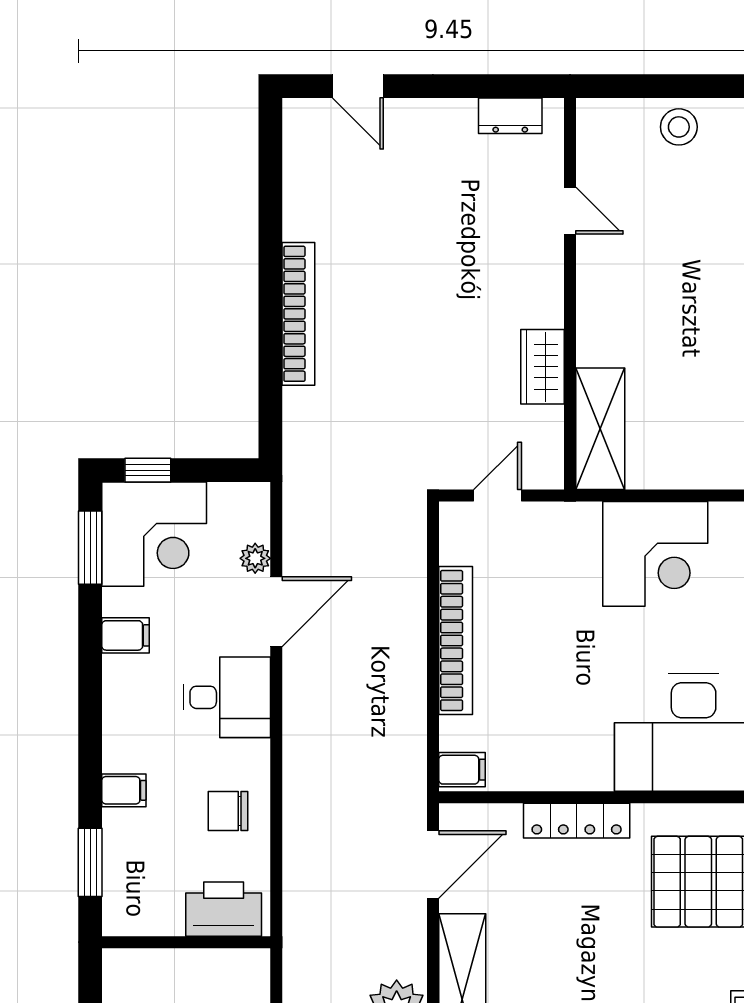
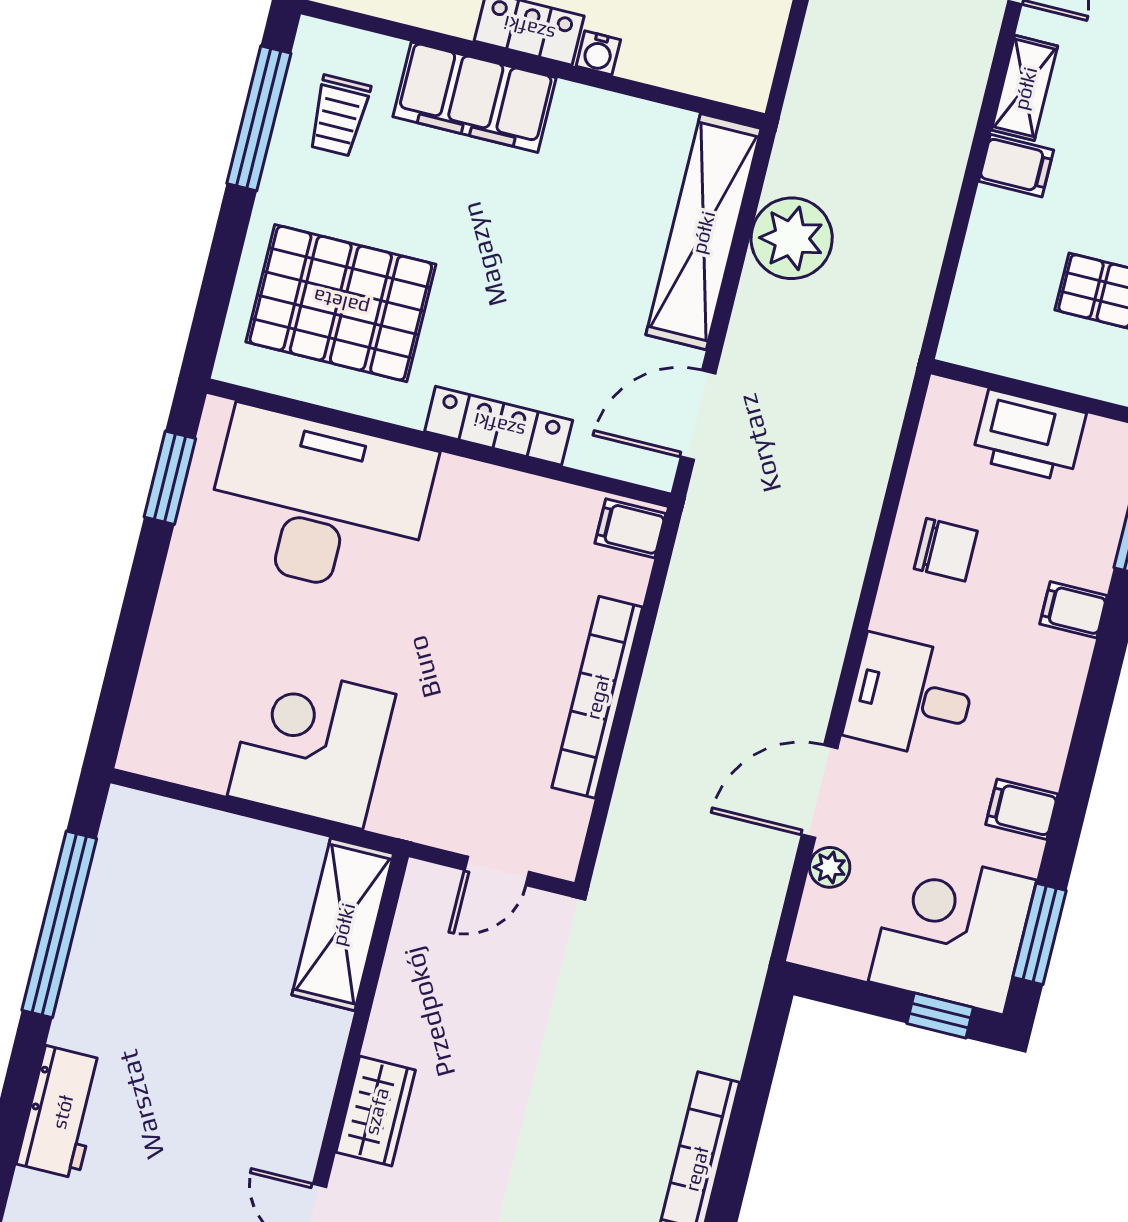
wardrobe: (543, 367) -> (376, 1111), moved
printer: (224, 909) -> (1029, 436), moved

